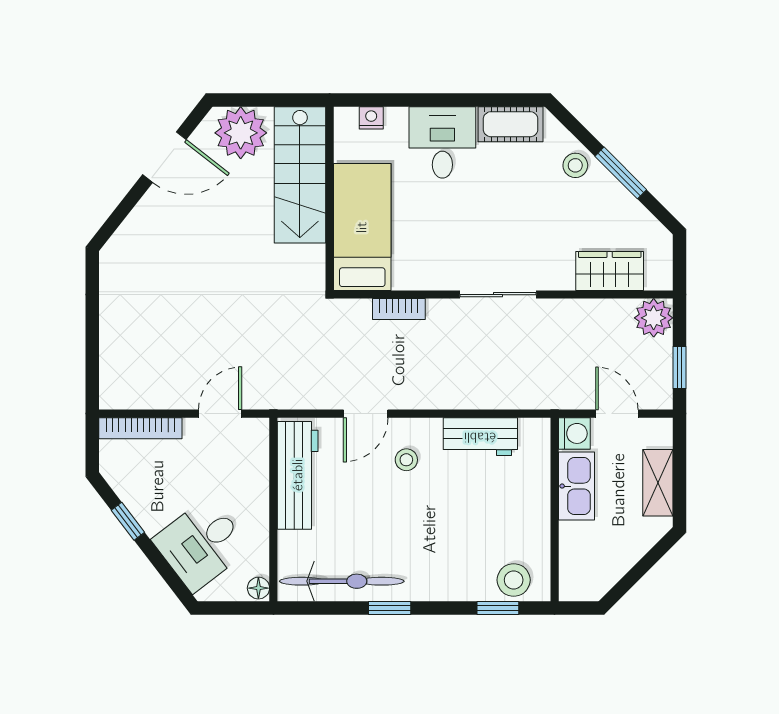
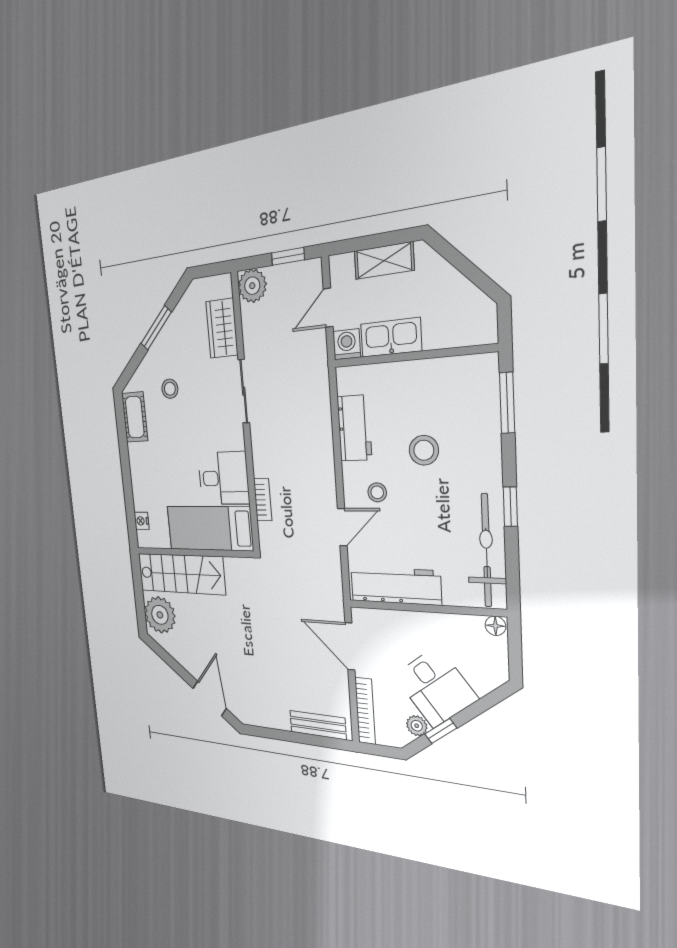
desk: (442, 142) -> (224, 478), moved, turned 180
door: (164, 157) -> (210, 698), moved
stool: (575, 165) -> (170, 389), moved
sliding door: (498, 295) -> (244, 391), moved
bench: (113, 363) -> (318, 725), added
door: (220, 414) -> (350, 646), width x1.38
door: (366, 414) -> (342, 527), hinge flipped
plant: (130, 492) -> (417, 726), added
desk: (201, 544) -> (435, 687), moved
stool: (514, 580) -> (424, 450), moved
window: (498, 608) -> (507, 403), width x1.50

